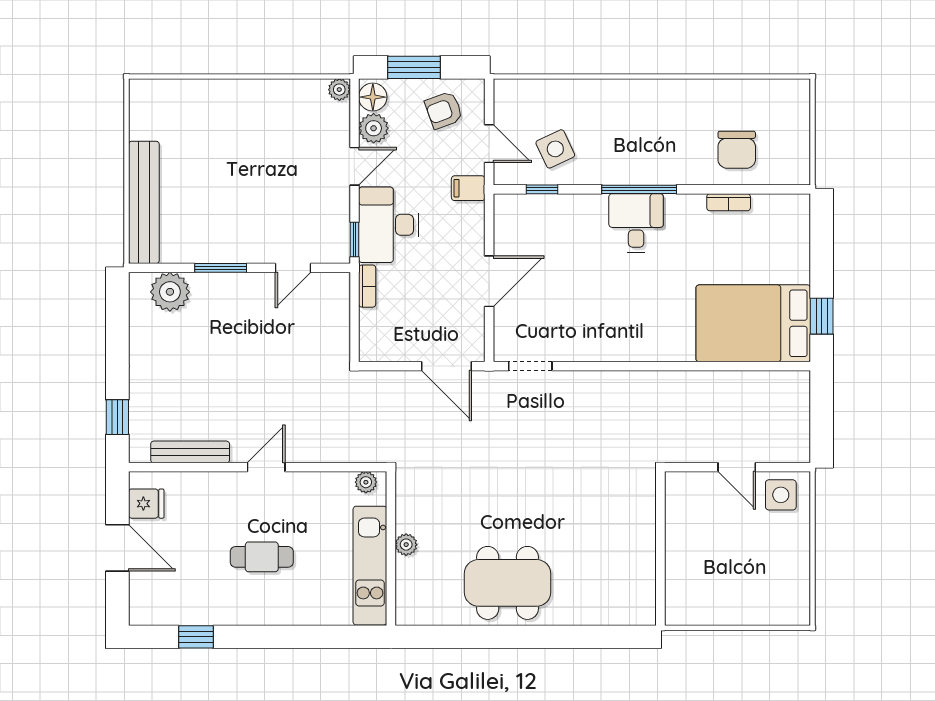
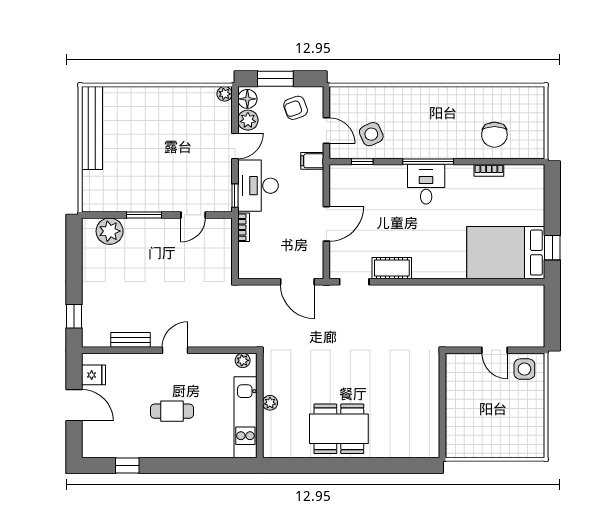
bench: (144, 202) -> (92, 128), moved
cot: (586, 346) -> (392, 268), added
bench: (190, 452) -> (130, 340), width x0.73

